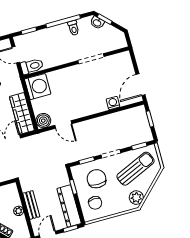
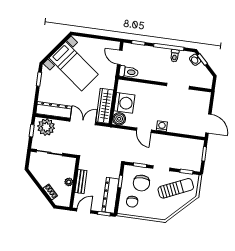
door: (140, 85) -> (208, 124), swing flipped
washing machine: (38, 87) -> (124, 103), moved
washing machine: (113, 103) -> (162, 126), moved
door: (63, 125) -> (144, 130), moved
chair: (96, 179) -> (141, 183), turned 180
plant: (136, 198) -> (167, 211), removed

